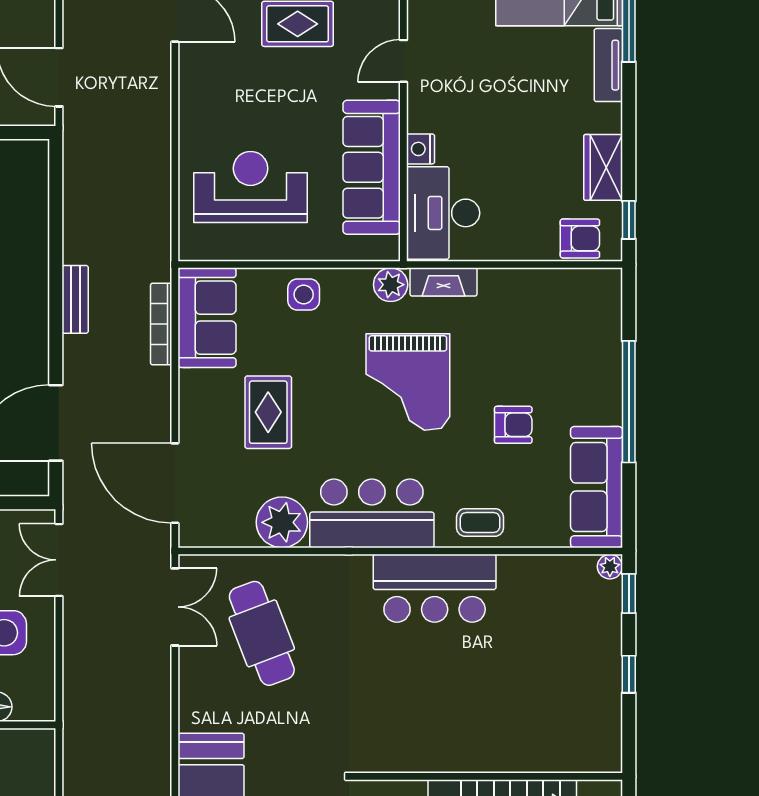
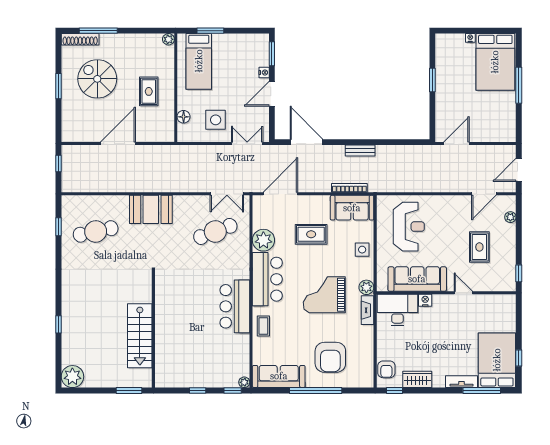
armchair: (513, 425) -> (330, 357), moved, width x1.88, depth x1.88

